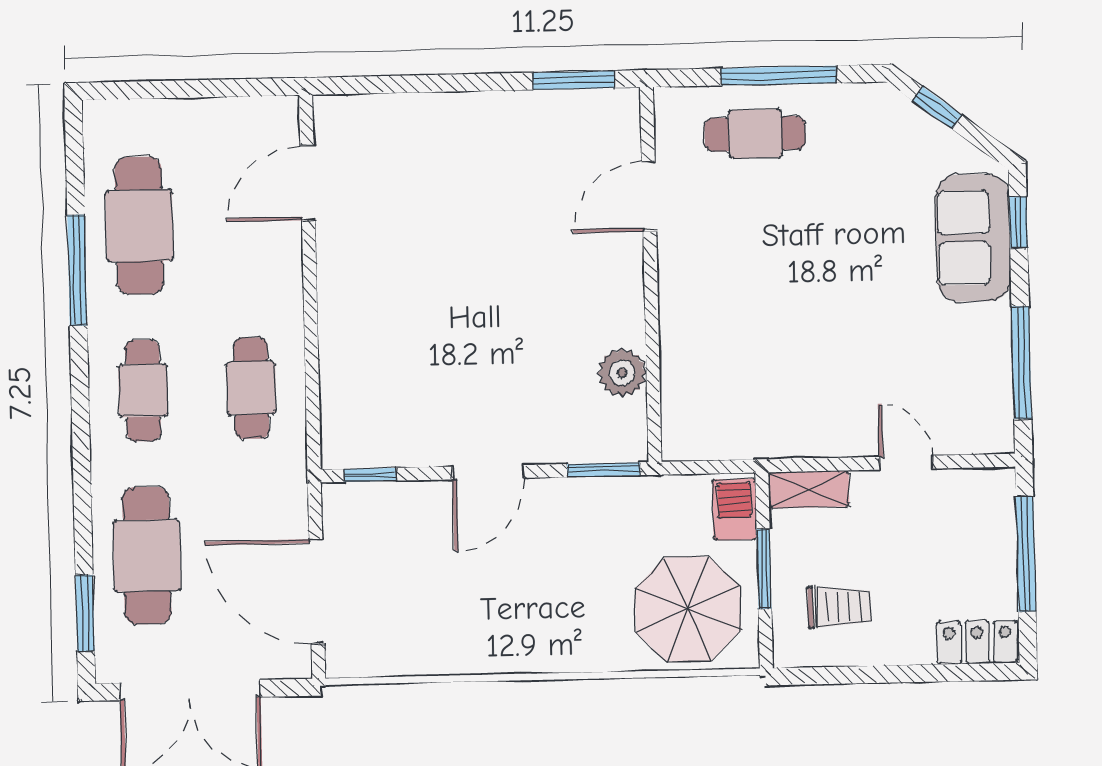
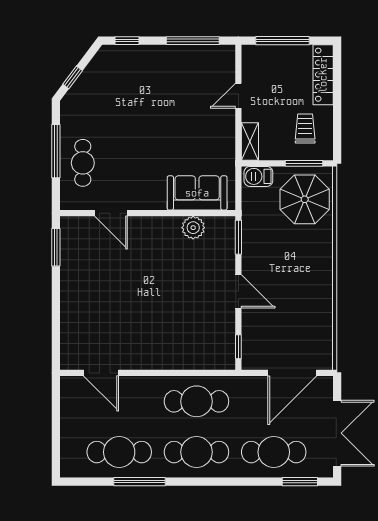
sofa: (973, 238) -> (197, 193), moved, turned 180
cafe table: (251, 388) -> (196, 401), width x1.37, depth x1.35
cafe table: (143, 391) -> (196, 452), width x1.37, depth x1.35
window: (764, 569) -> (304, 163), moved
locker: (977, 642) -> (323, 75), width x1.53

